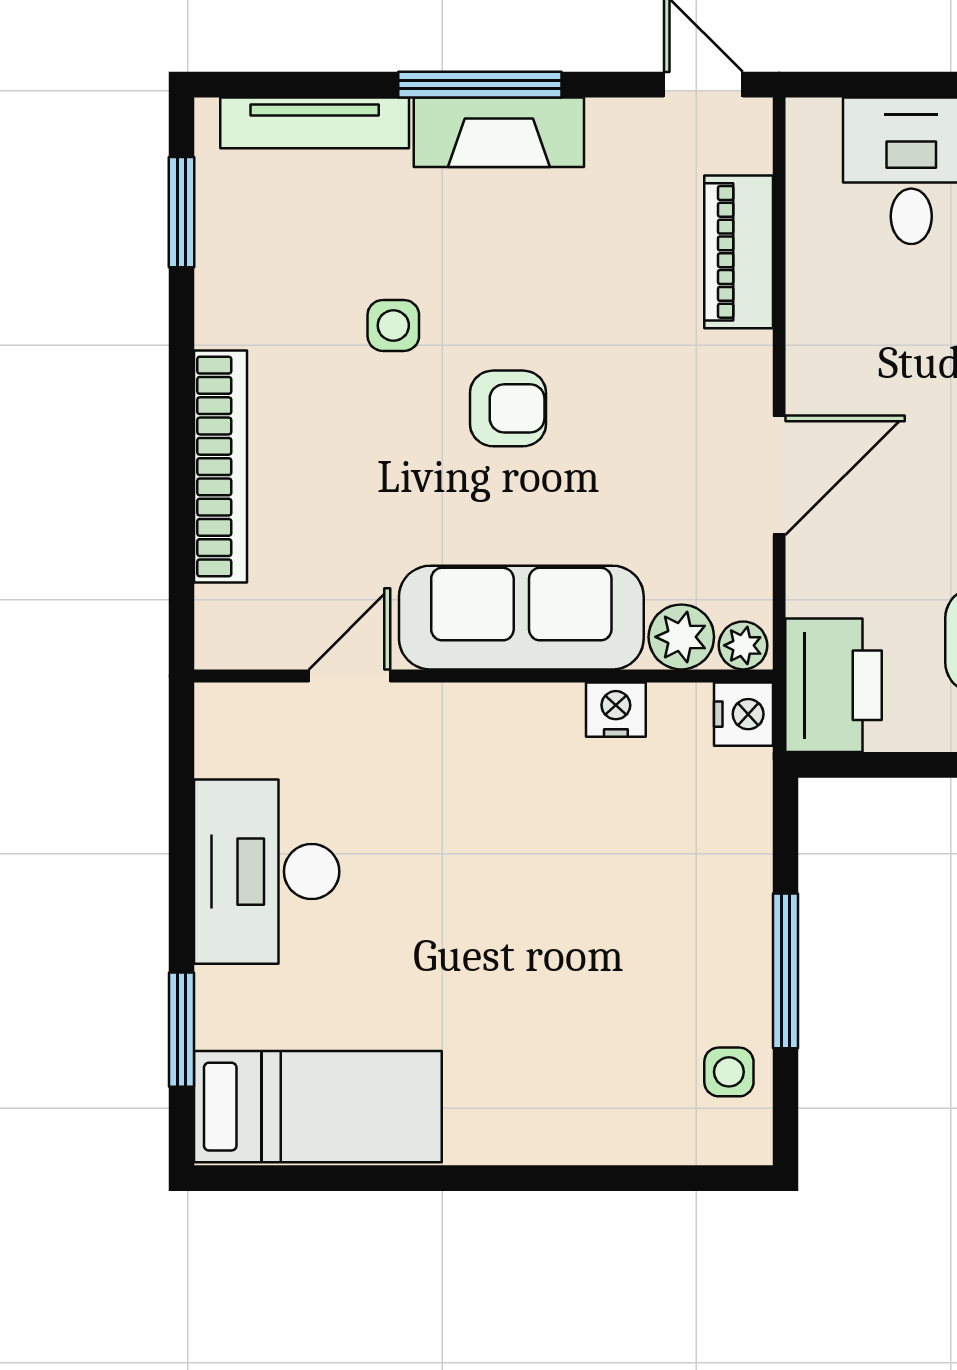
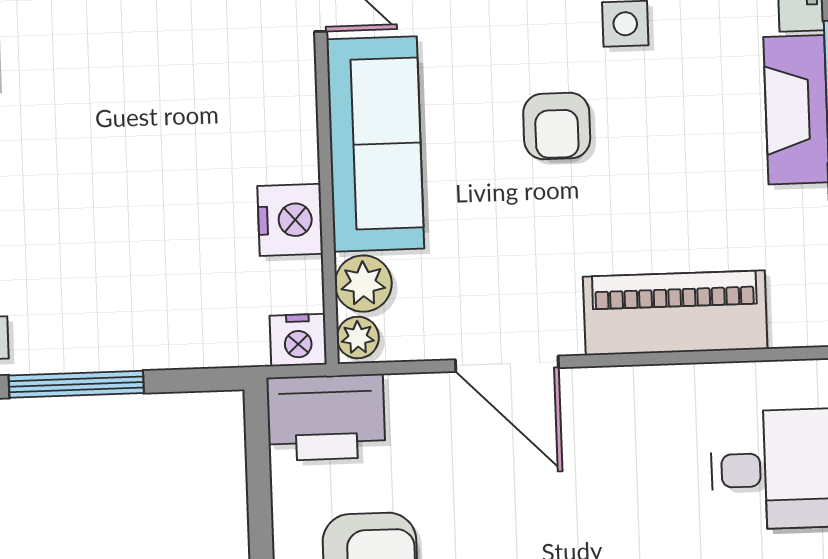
piano: (739, 252) -> (675, 313), width x1.37, depth x1.33
nightstand: (616, 710) -> (290, 220), width x1.36, depth x1.33

